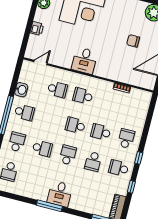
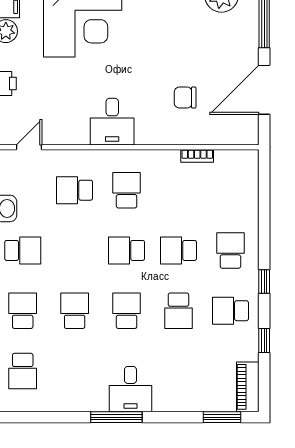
chair: (133, 41) -> (185, 98), moved
school desk: (57, 89) -> (75, 190), turned 180
school desk: (83, 96) -> (127, 190), turned 90
school desk: (42, 148) -> (75, 311), turned -90

